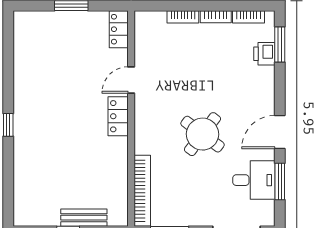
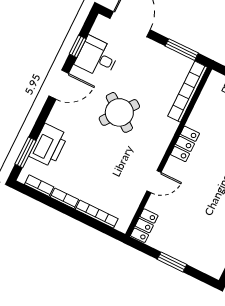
bookcase: (183, 17) -> (97, 214), width x1.56
printer: (264, 54) -> (49, 145), width x1.87, depth x1.48
locker: (118, 116) -> (185, 144), moved
window: (280, 182) -> (78, 46), width x0.67

